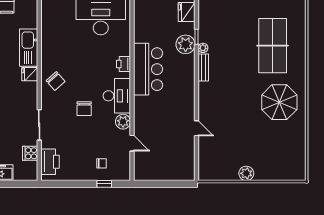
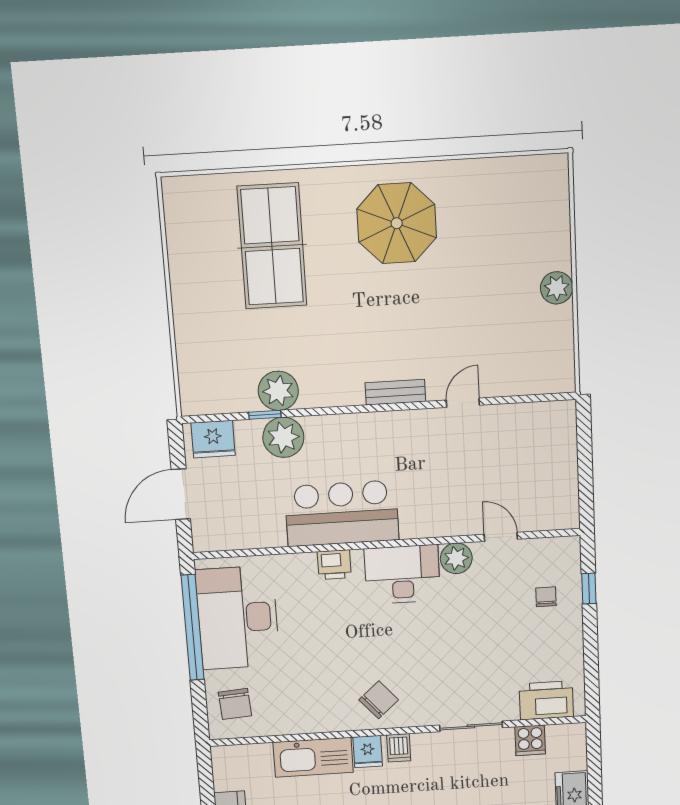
table tennis table: (273, 46) -> (272, 246), turned 90
plant: (203, 48) -> (278, 391), width x1.87, depth x1.87
bench: (203, 67) -> (395, 392), moved
dishwasher: (31, 89) -> (399, 748), added
chair: (84, 109) -> (235, 704), moved, turned 86
door: (132, 143) -> (501, 537), hinge flipped

